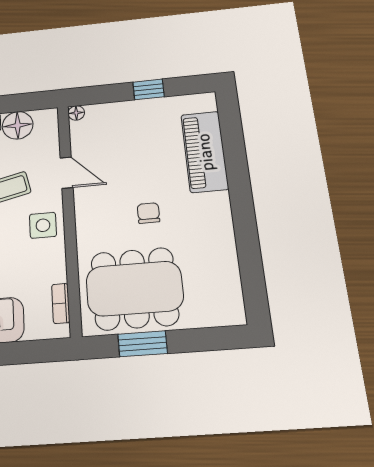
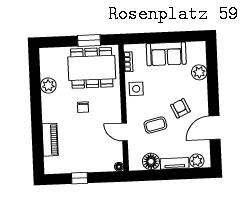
piano: (205, 152) -> (50, 140), width x0.73, depth x0.75
side table: (43, 225) -> (136, 89), moved
plant: (221, 250) -> (48, 86), added

